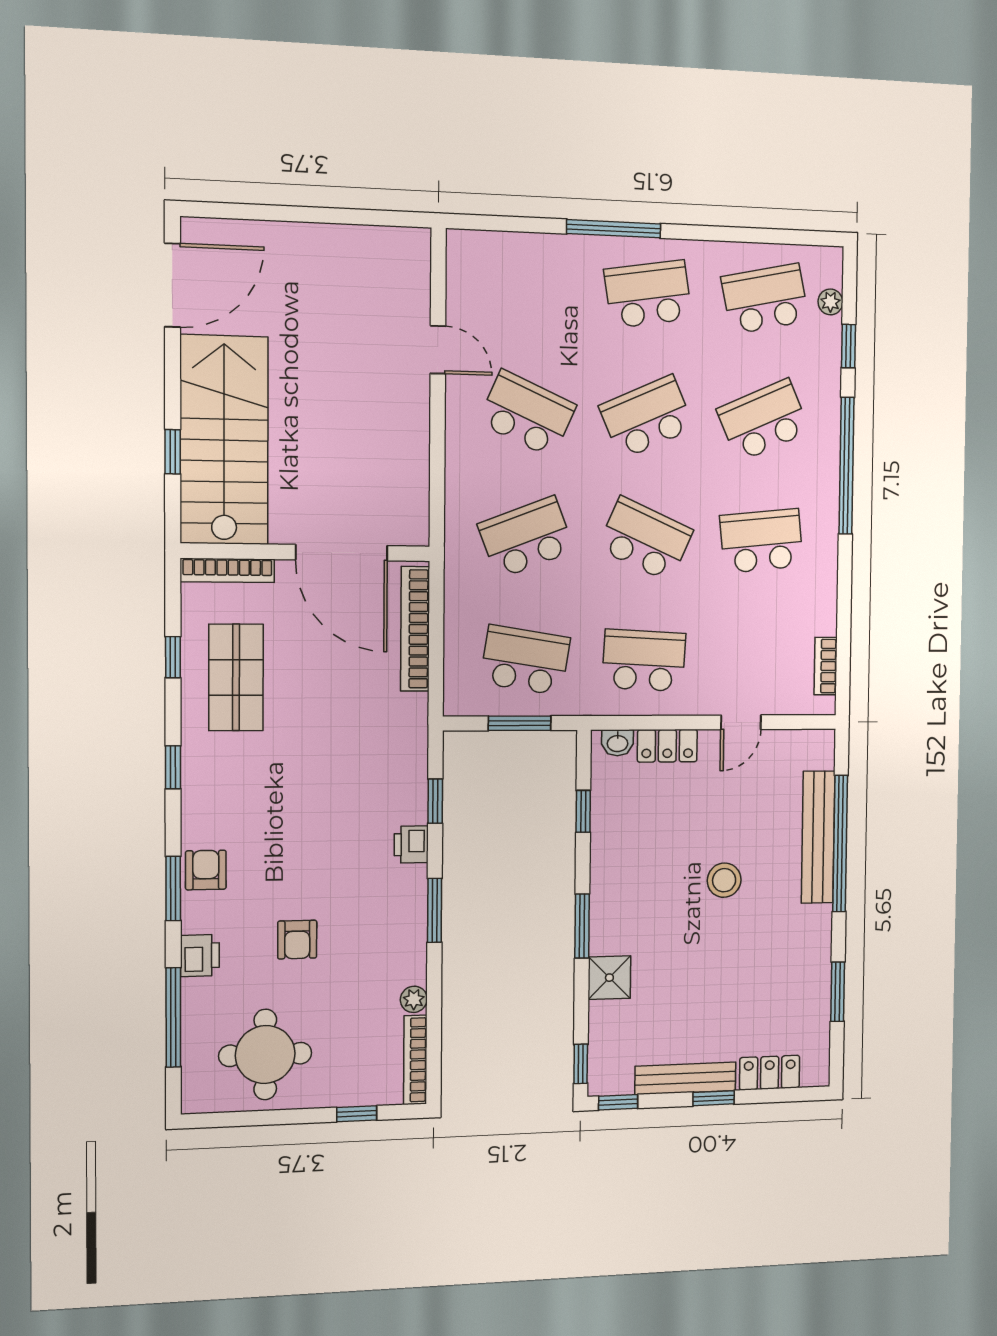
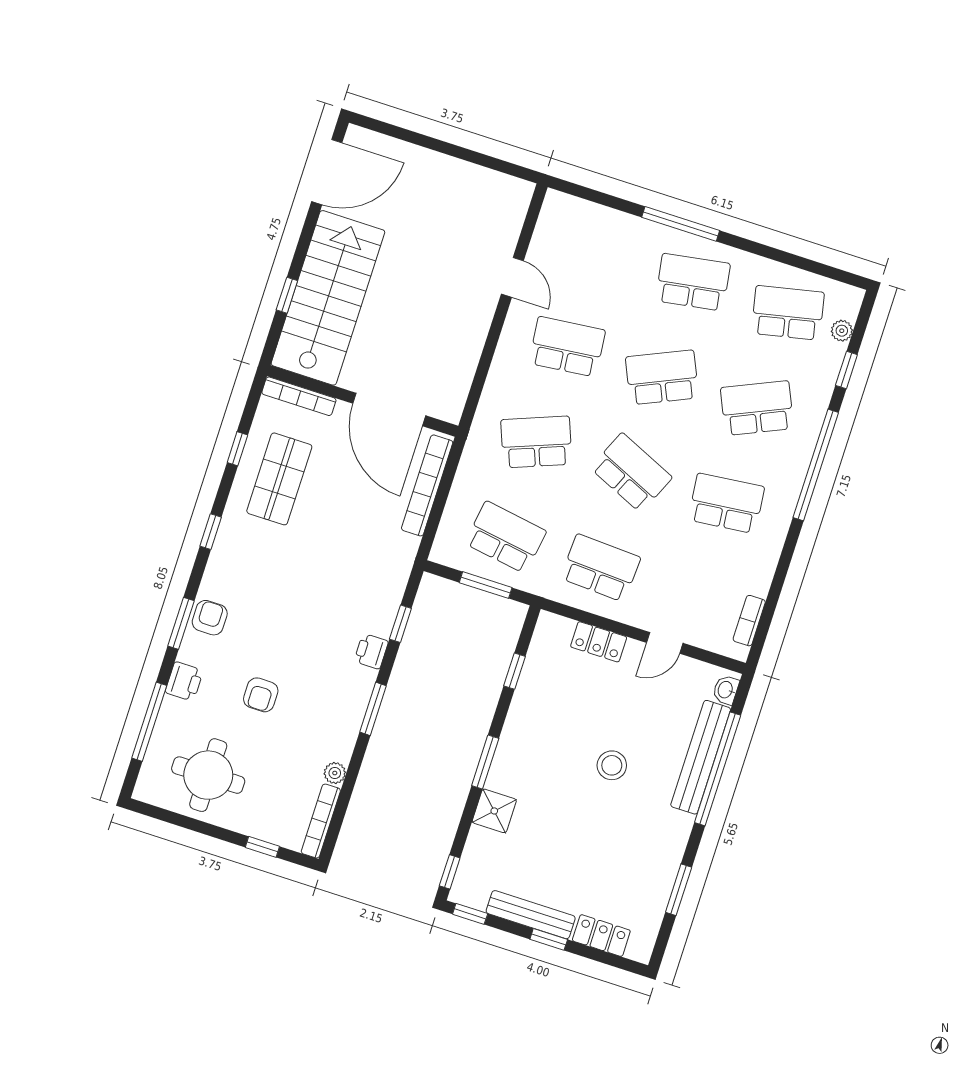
school desk: (527, 414) -> (567, 347), turned -30
washbasin: (618, 743) -> (726, 690), moved, turned 90

